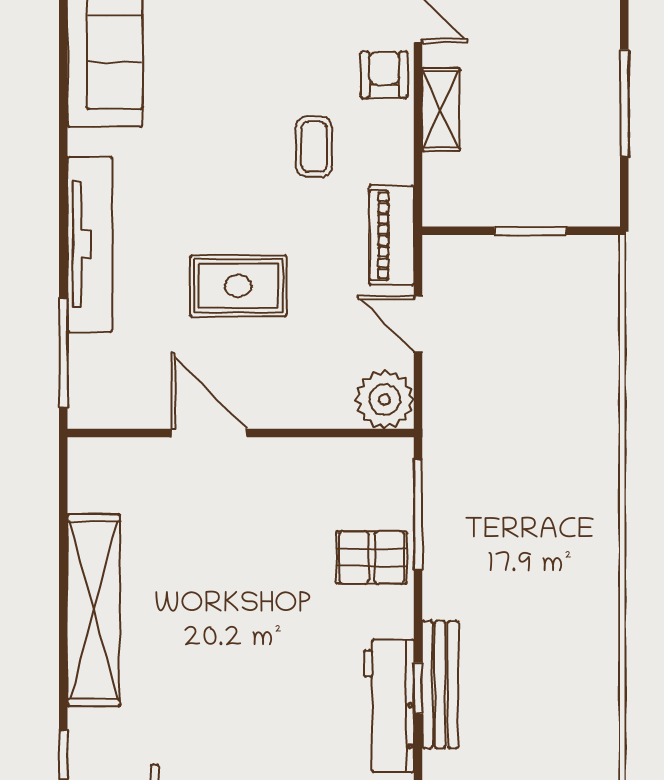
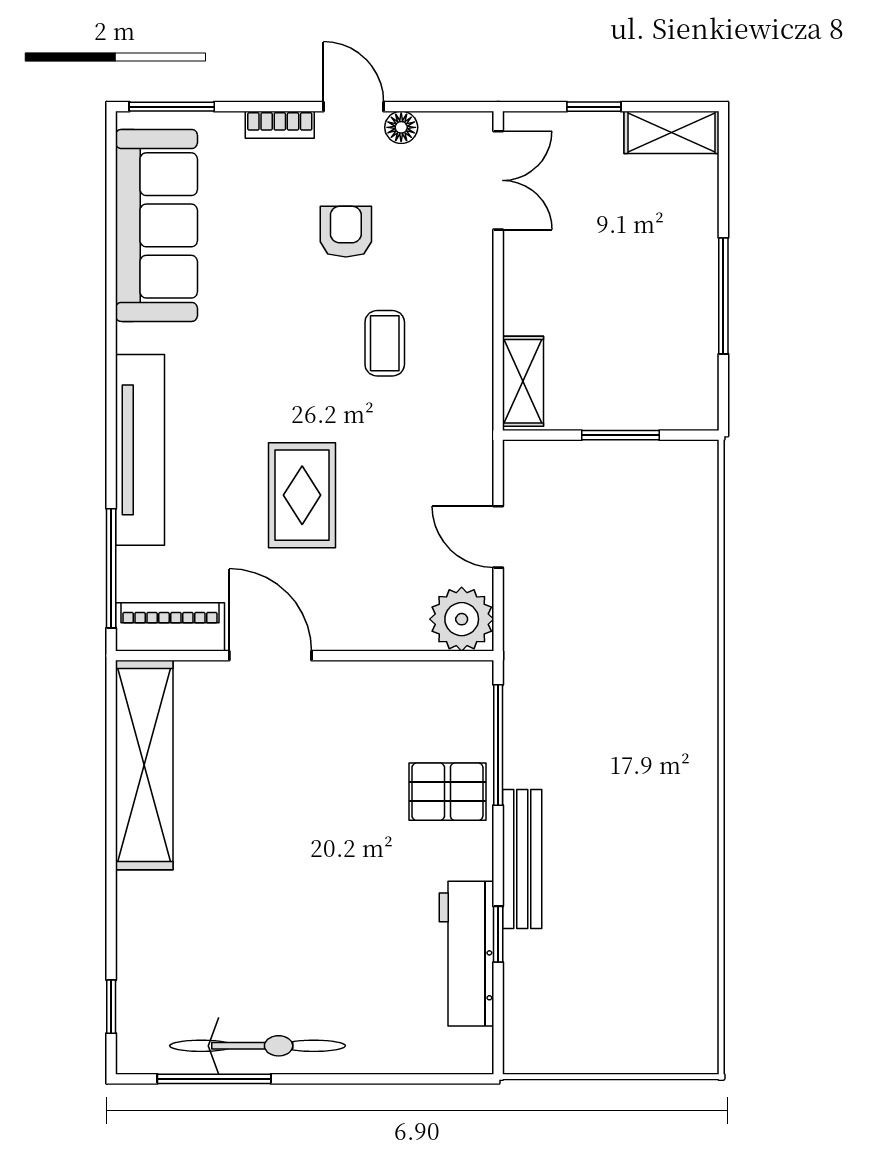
armchair: (384, 75) -> (346, 232), moved
shelving: (441, 109) -> (523, 381), moved
piano: (392, 235) -> (170, 627), moved, turned 90
rug: (238, 286) -> (302, 495), turned 90
shelving: (94, 610) -> (144, 765), moved
bench: (440, 685) -> (522, 859), moved

